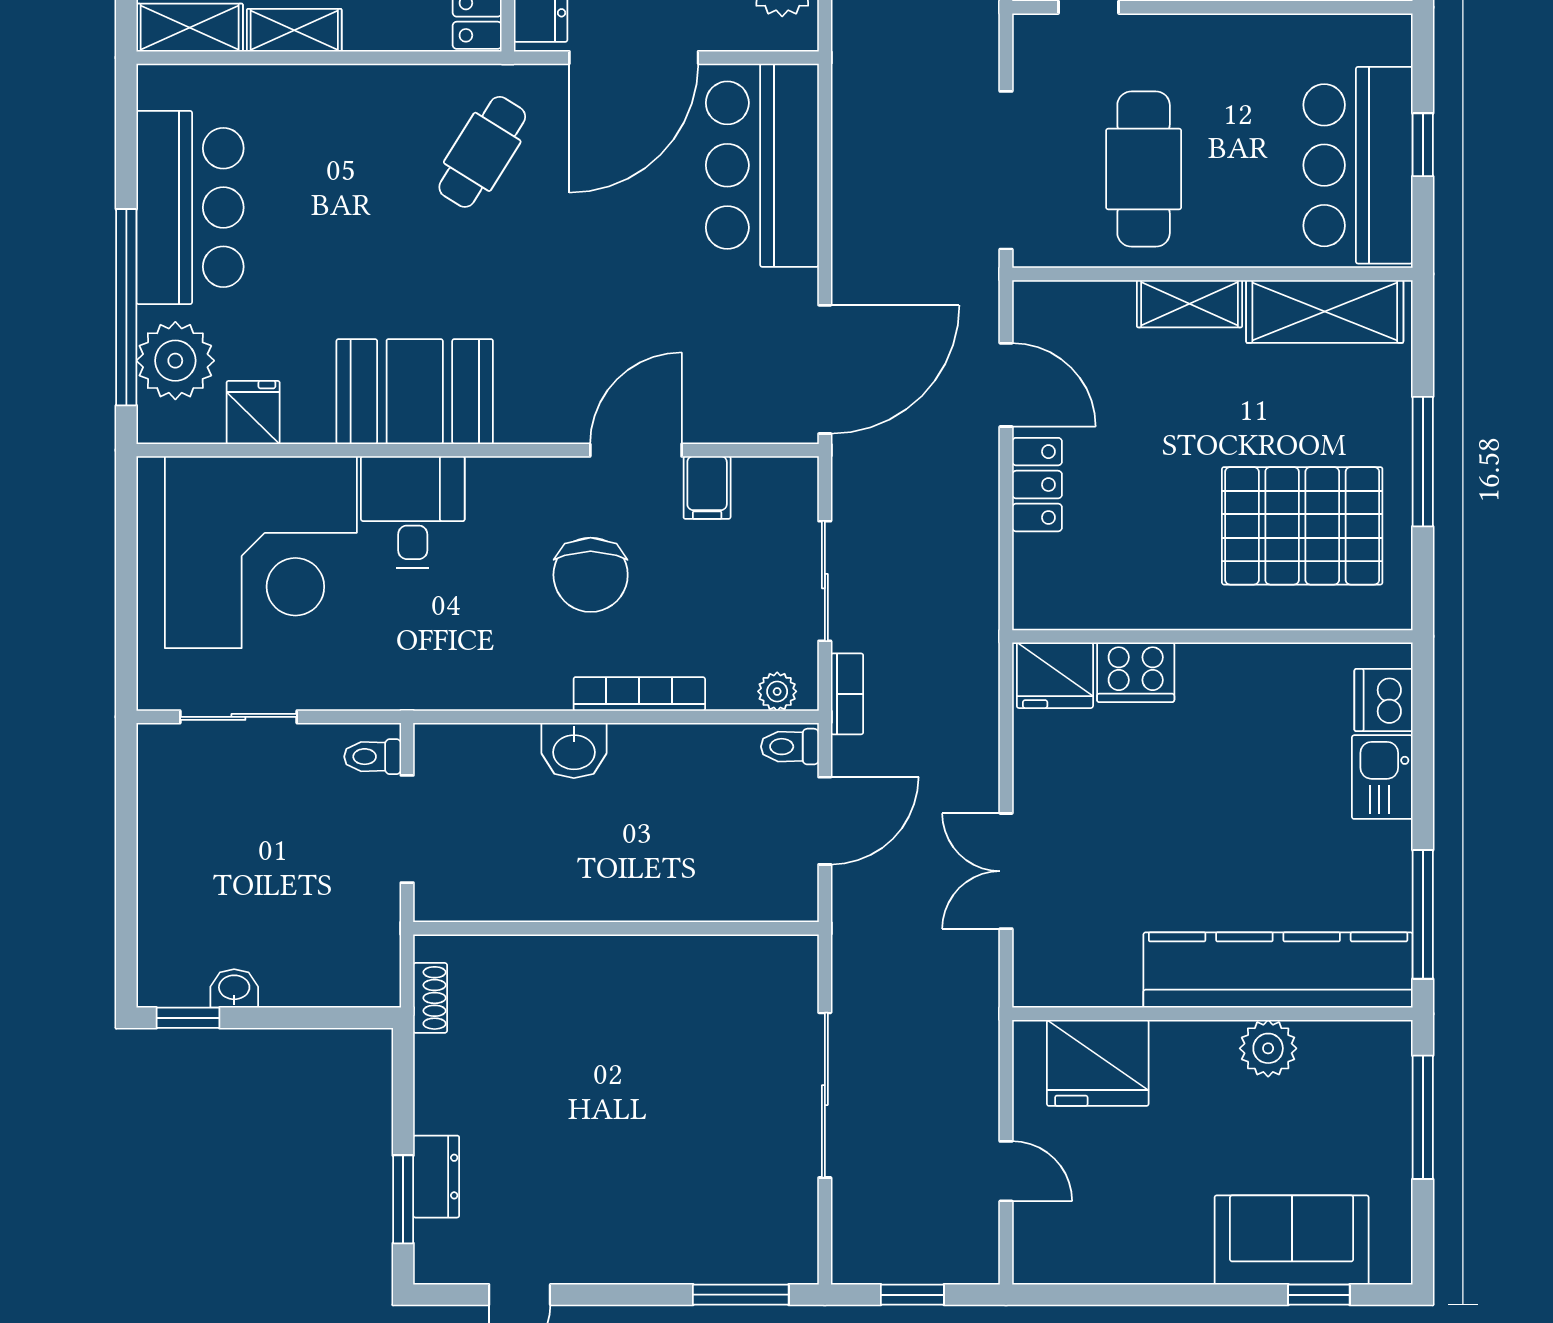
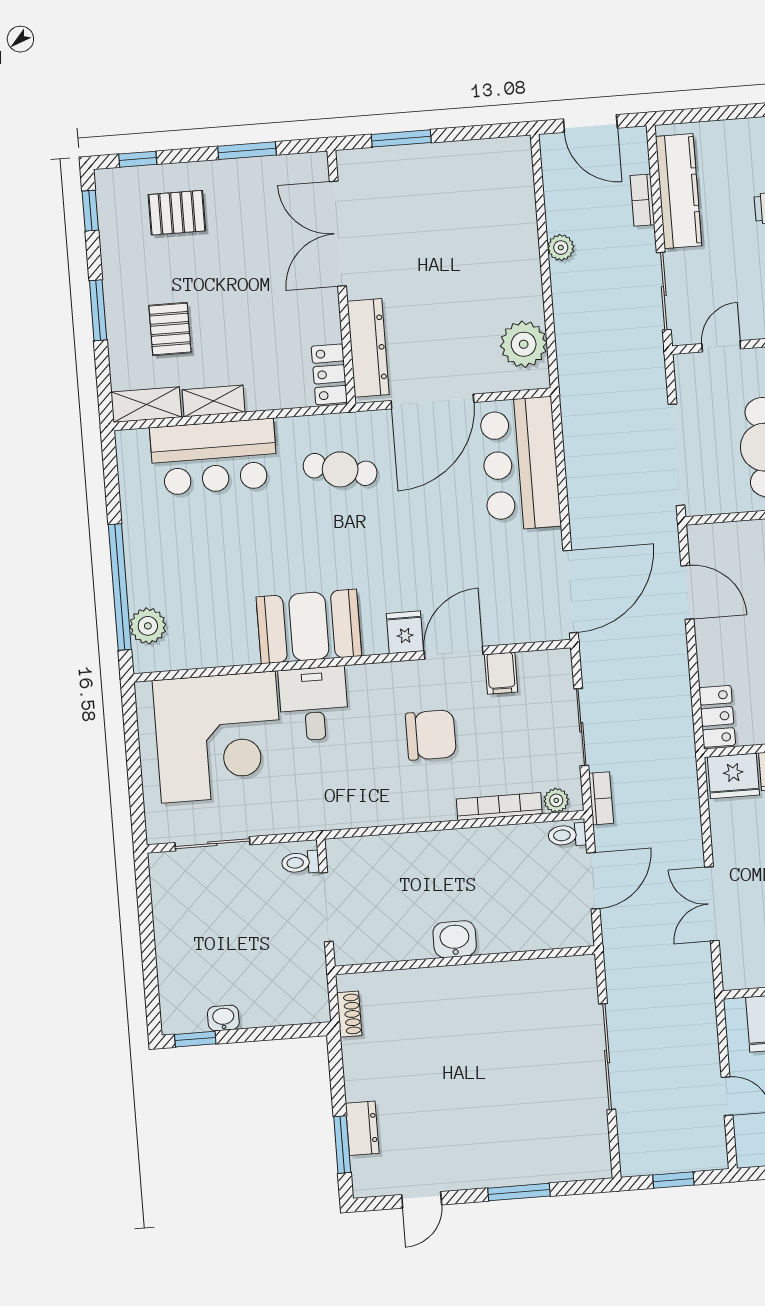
cafe table: (482, 152) -> (340, 469), turned 71
bar counter: (190, 207) -> (214, 457), moved, turned 90
plant: (175, 361) -> (148, 626), width x0.73, depth x0.73
fridge: (253, 412) -> (405, 632), moved
locker: (1037, 485) -> (717, 716), moved
chair: (591, 575) -> (431, 735), turned -90
bookcase: (639, 694) -> (499, 806), moved
washbasin: (574, 751) -> (455, 939), moved, turned 180
window: (741, 1295) -> (519, 1192), moved

